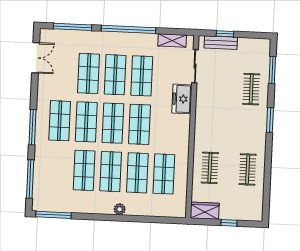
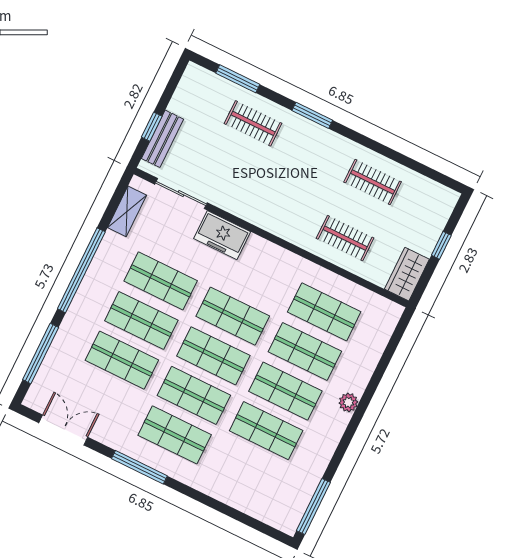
window: (32, 127) -> (139, 467), moved
window: (30, 179) -> (243, 518), removed

